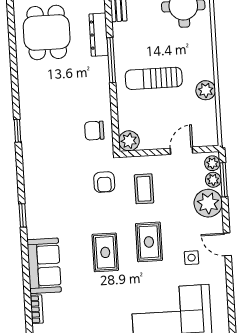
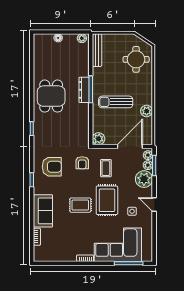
dining table: (47, 32) -> (51, 96), moved
dresser: (99, 35) -> (84, 90), moved
chair: (94, 131) -> (78, 131), removed
door: (182, 151) -> (130, 147), width x1.88
armchair: (54, 192) -> (52, 167), added
rug: (149, 242) -> (107, 200), width x1.36, depth x1.43
rug: (105, 252) -> (80, 205), turned 90

